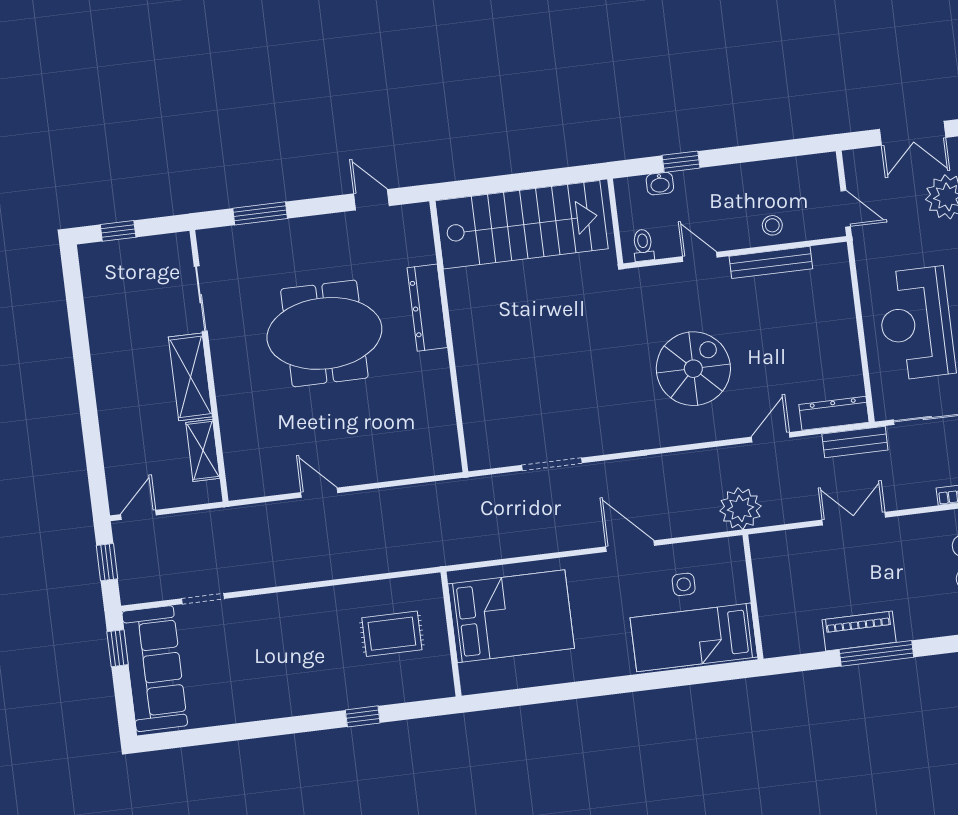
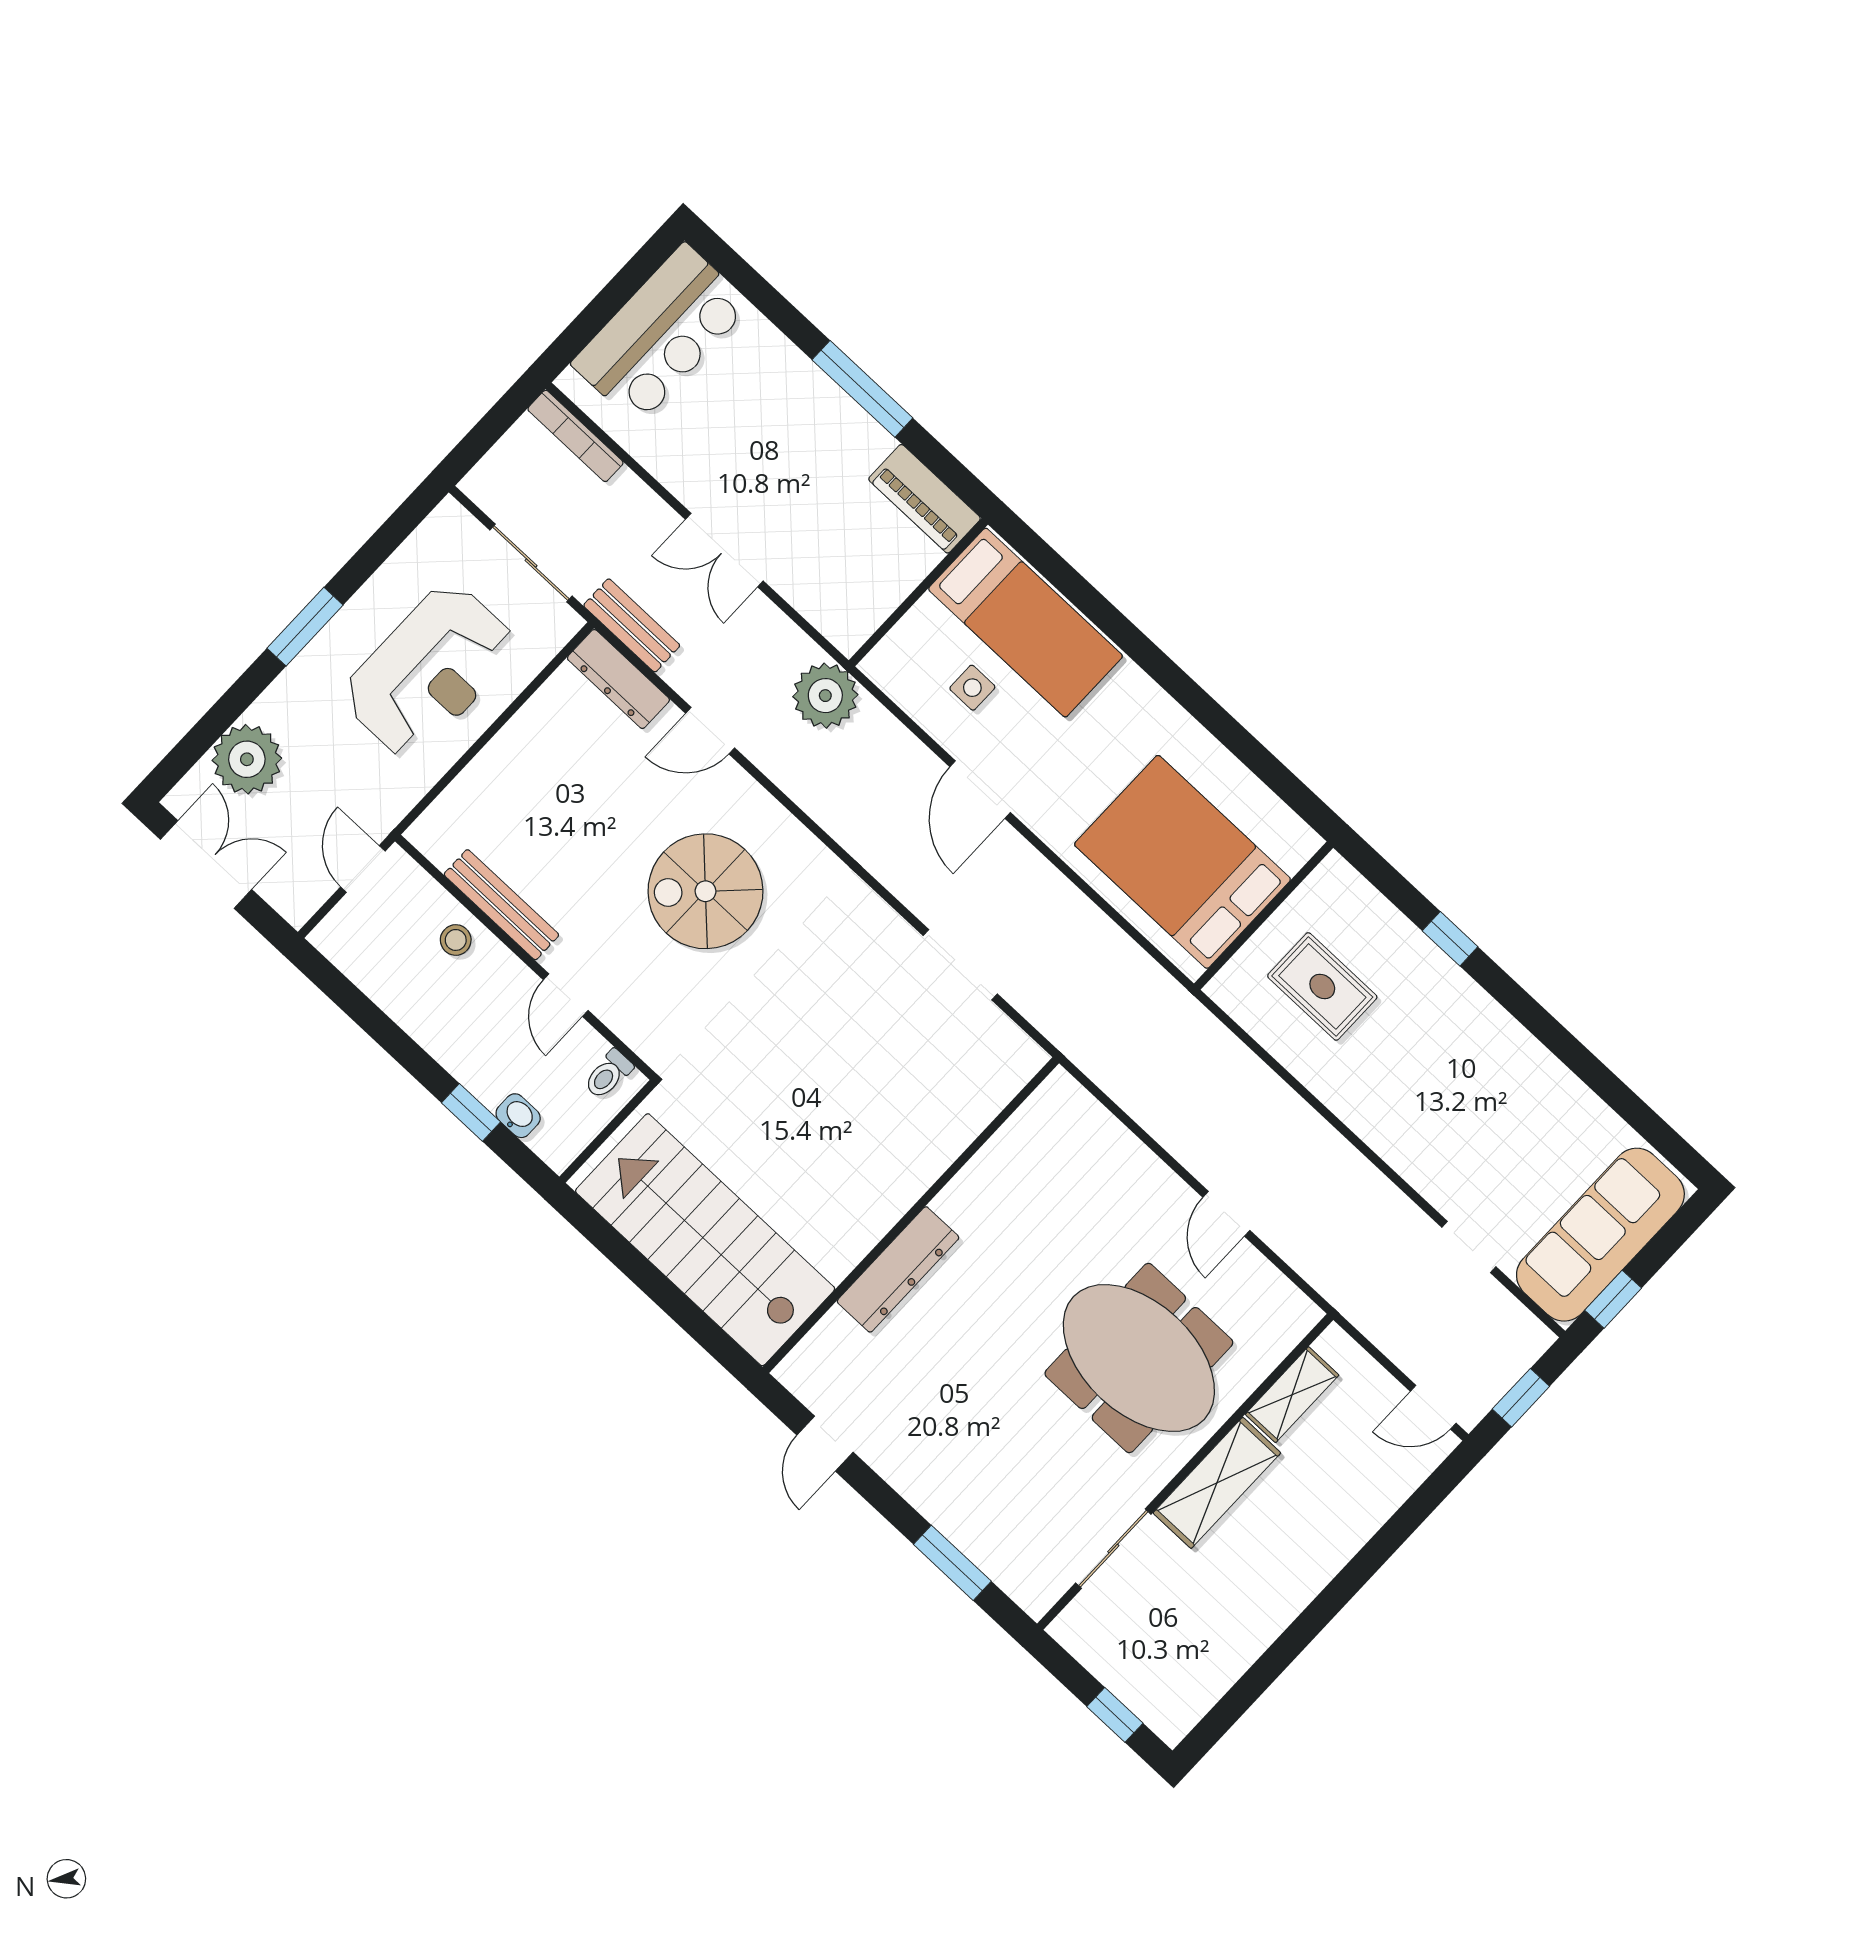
meeting table: (324, 333) -> (1139, 1358), moved
piano: (859, 631) -> (925, 499), moved

